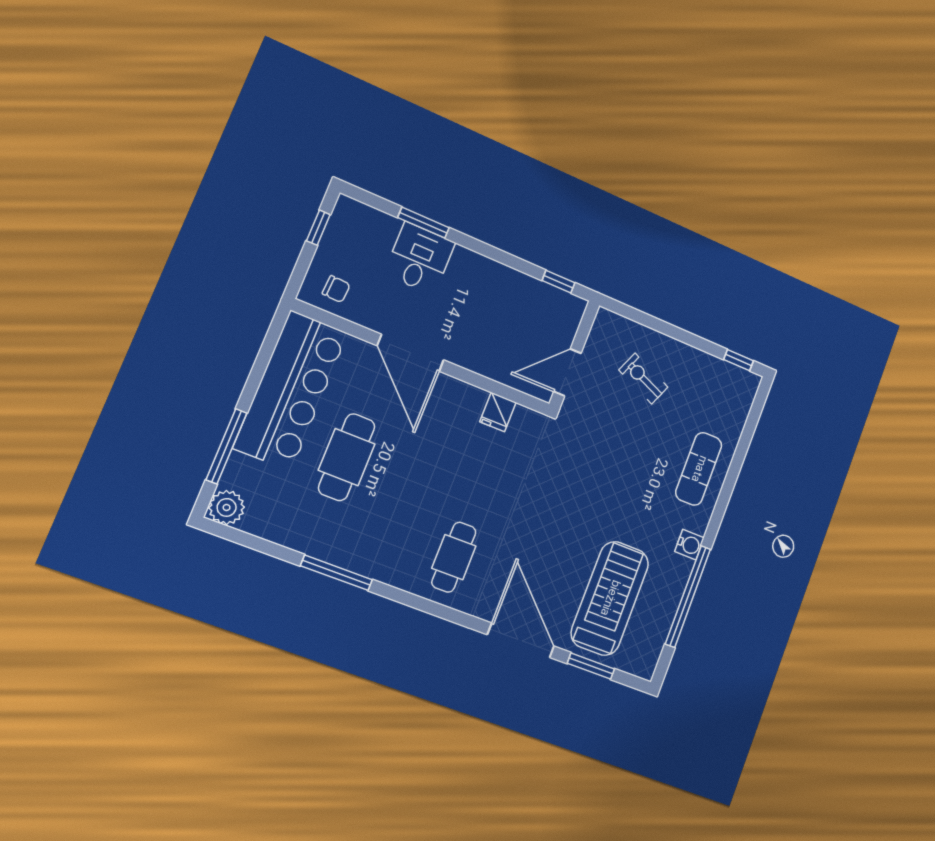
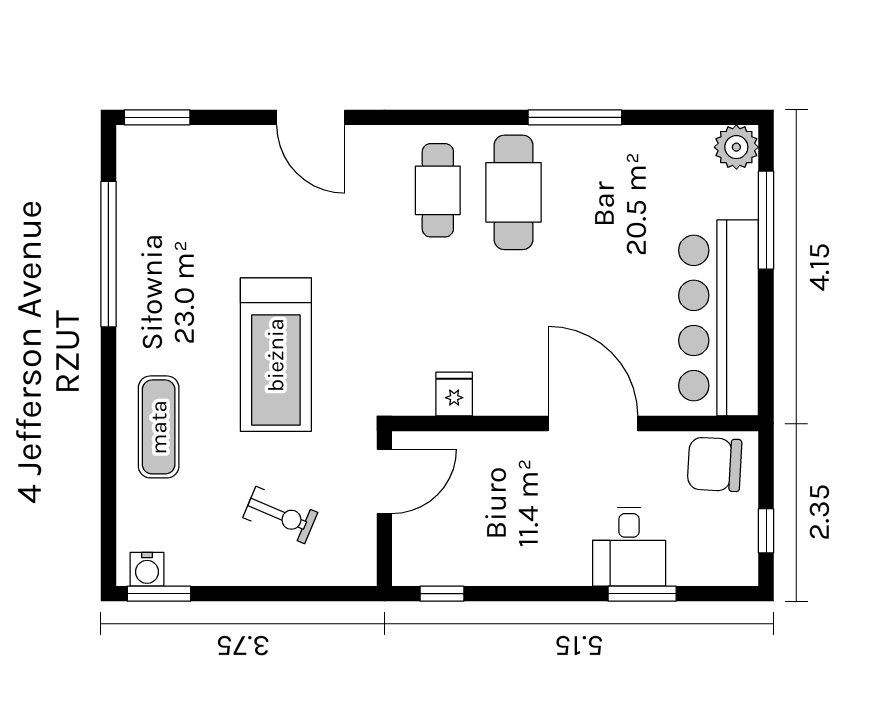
chair: (336, 289) -> (714, 464), width x1.87, depth x1.87
window: (739, 360) -> (159, 594), width x1.50
cafe table: (347, 457) -> (513, 192), moved
water cooler: (689, 545) -> (147, 569), moved, turned -90
treadmill: (610, 598) -> (276, 355), moved
door: (521, 640) -> (311, 117), width x0.73
window: (591, 666) -> (157, 117), moved

